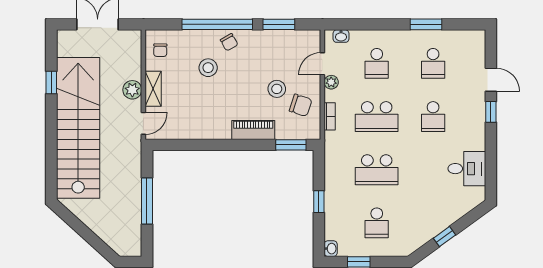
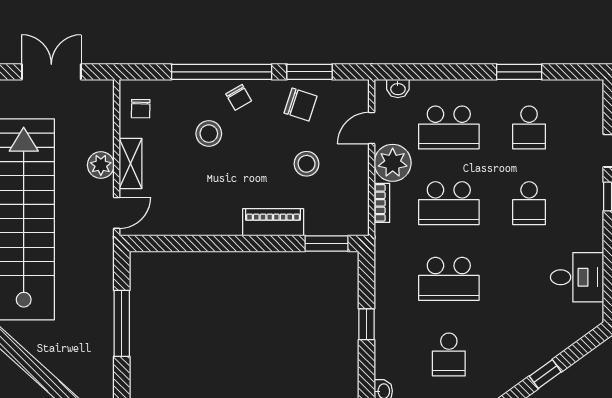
school desk: (377, 63) -> (449, 127), width x1.85
plant: (331, 82) -> (393, 163), width x1.88, depth x1.88
chair: (301, 105) -> (301, 105), moved

